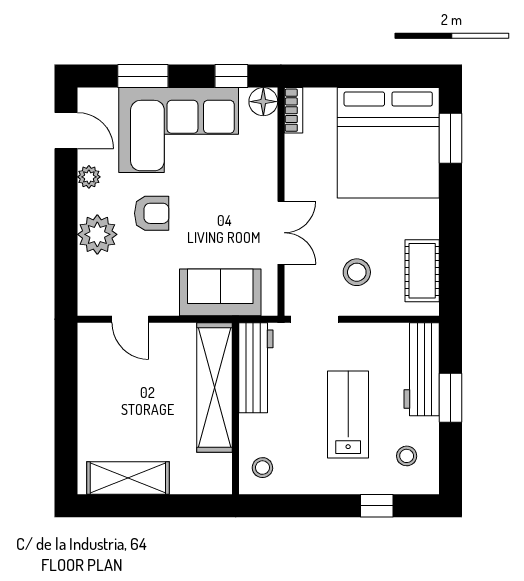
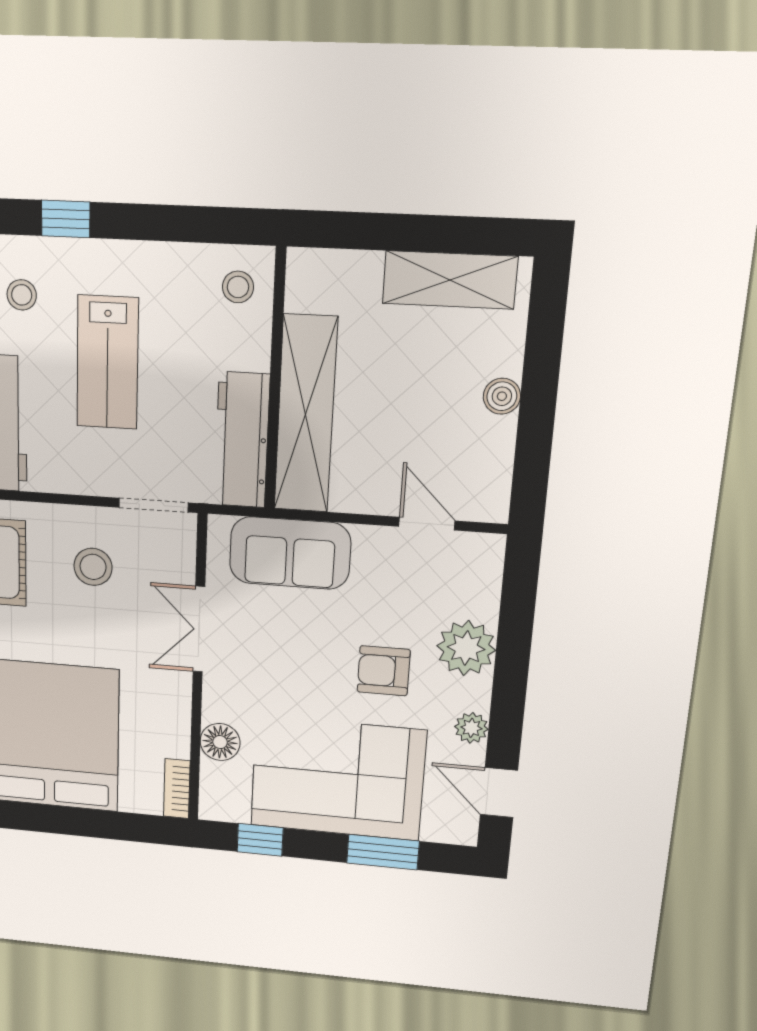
floor lamp: (263, 102) -> (220, 742), moved
boiler: (89, 407) -> (502, 396), added

